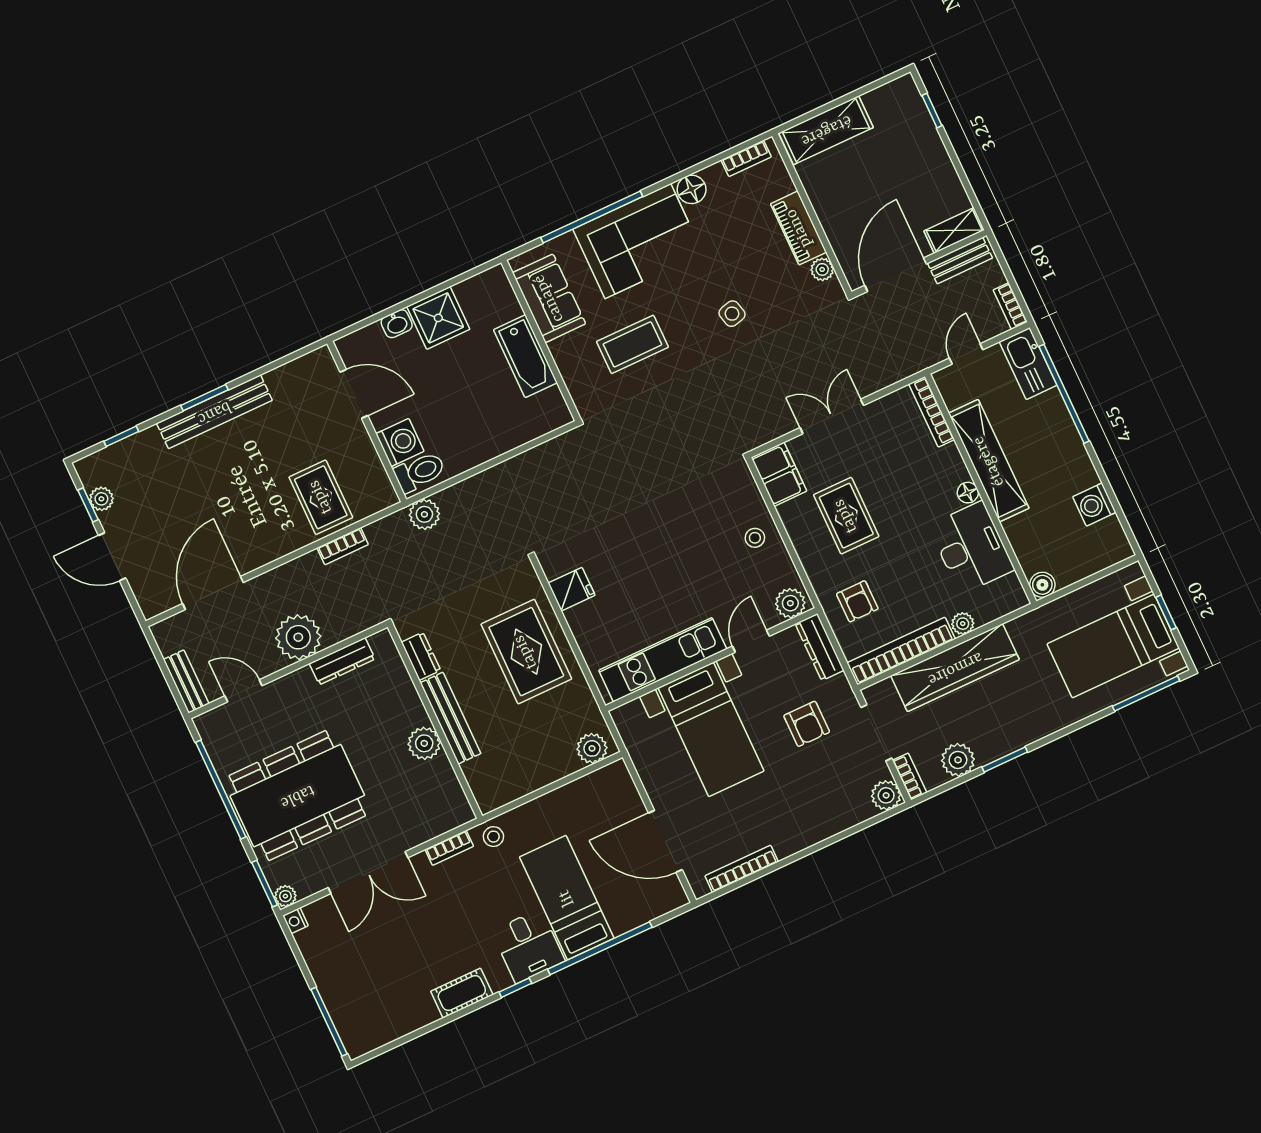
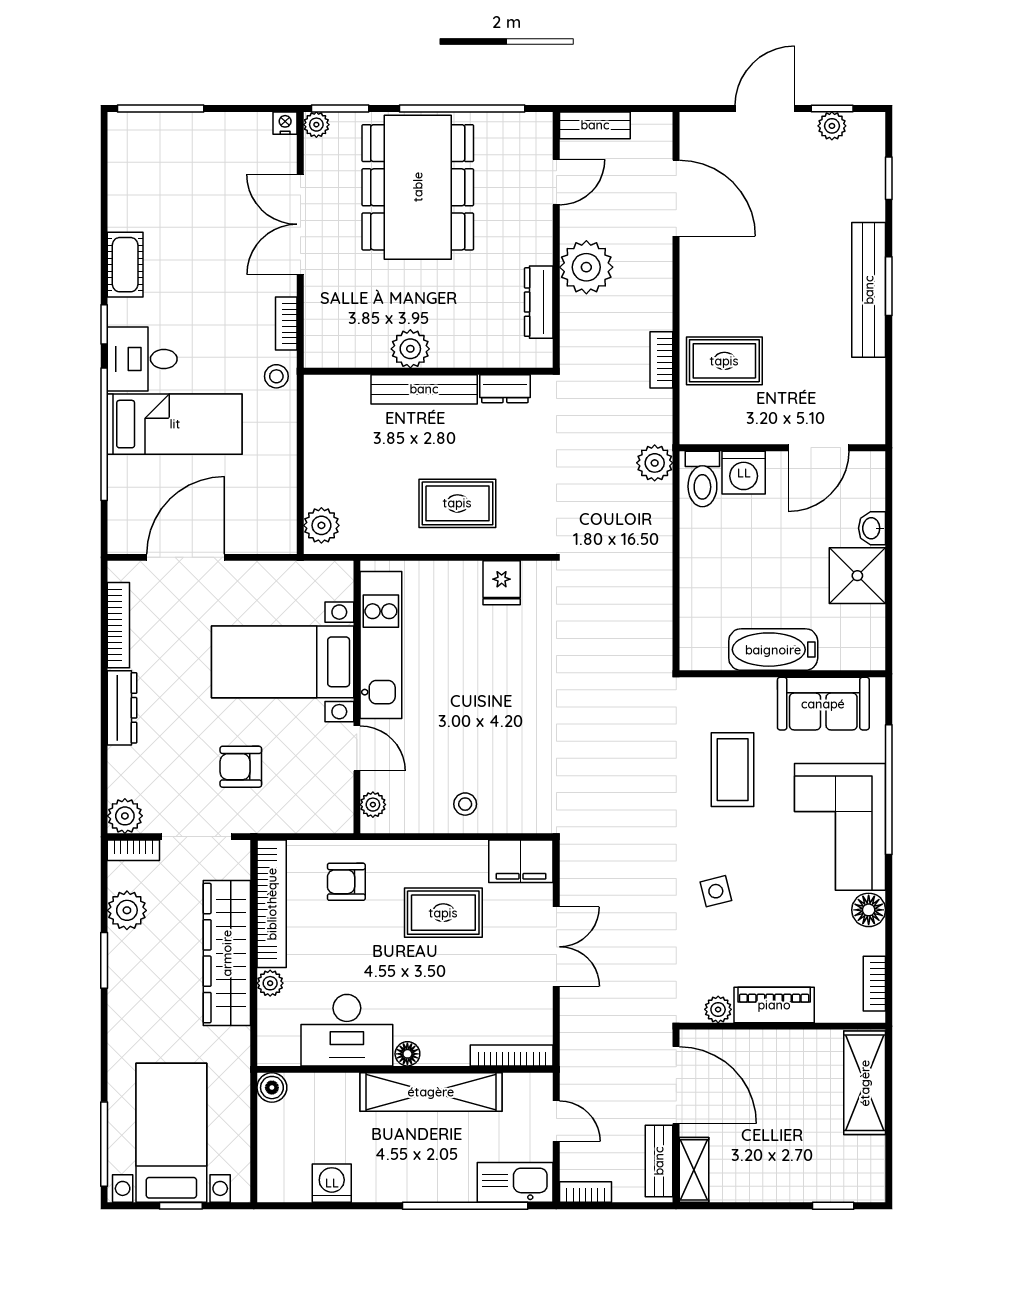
plant: (790, 603) -> (373, 805), width x0.73, depth x0.73
dresser: (820, 647) -> (122, 708), moved, turned 90
rug: (526, 652) -> (457, 503), width x0.73, depth x0.70

